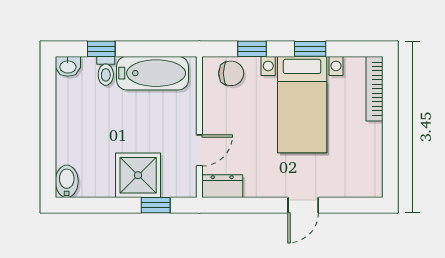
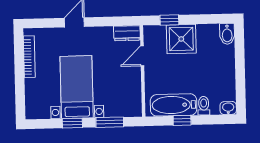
window: (101, 49) -> (182, 120), moved
window: (252, 49) -> (110, 122), width x1.50
chair: (231, 73) -> (123, 106), removed
bookcase: (374, 89) -> (29, 57), moved

